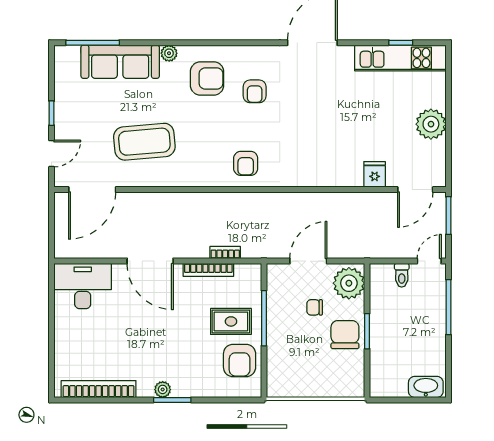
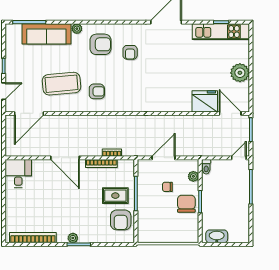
armchair: (246, 163) -> (97, 91), moved, turned -90
fridge: (375, 174) -> (205, 101), width x1.88, depth x1.34
door: (415, 190) -> (230, 113), swing flipped
toilet: (402, 275) -> (206, 167), moved
plant: (349, 283) -> (193, 176), width x0.53, depth x0.53
desk: (83, 286) -> (18, 174), width x0.73
washbasin: (426, 387) -> (217, 236), moved

